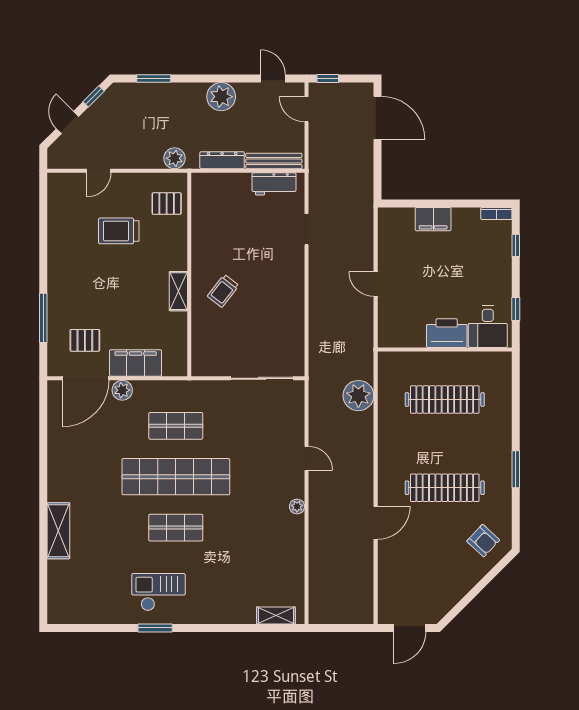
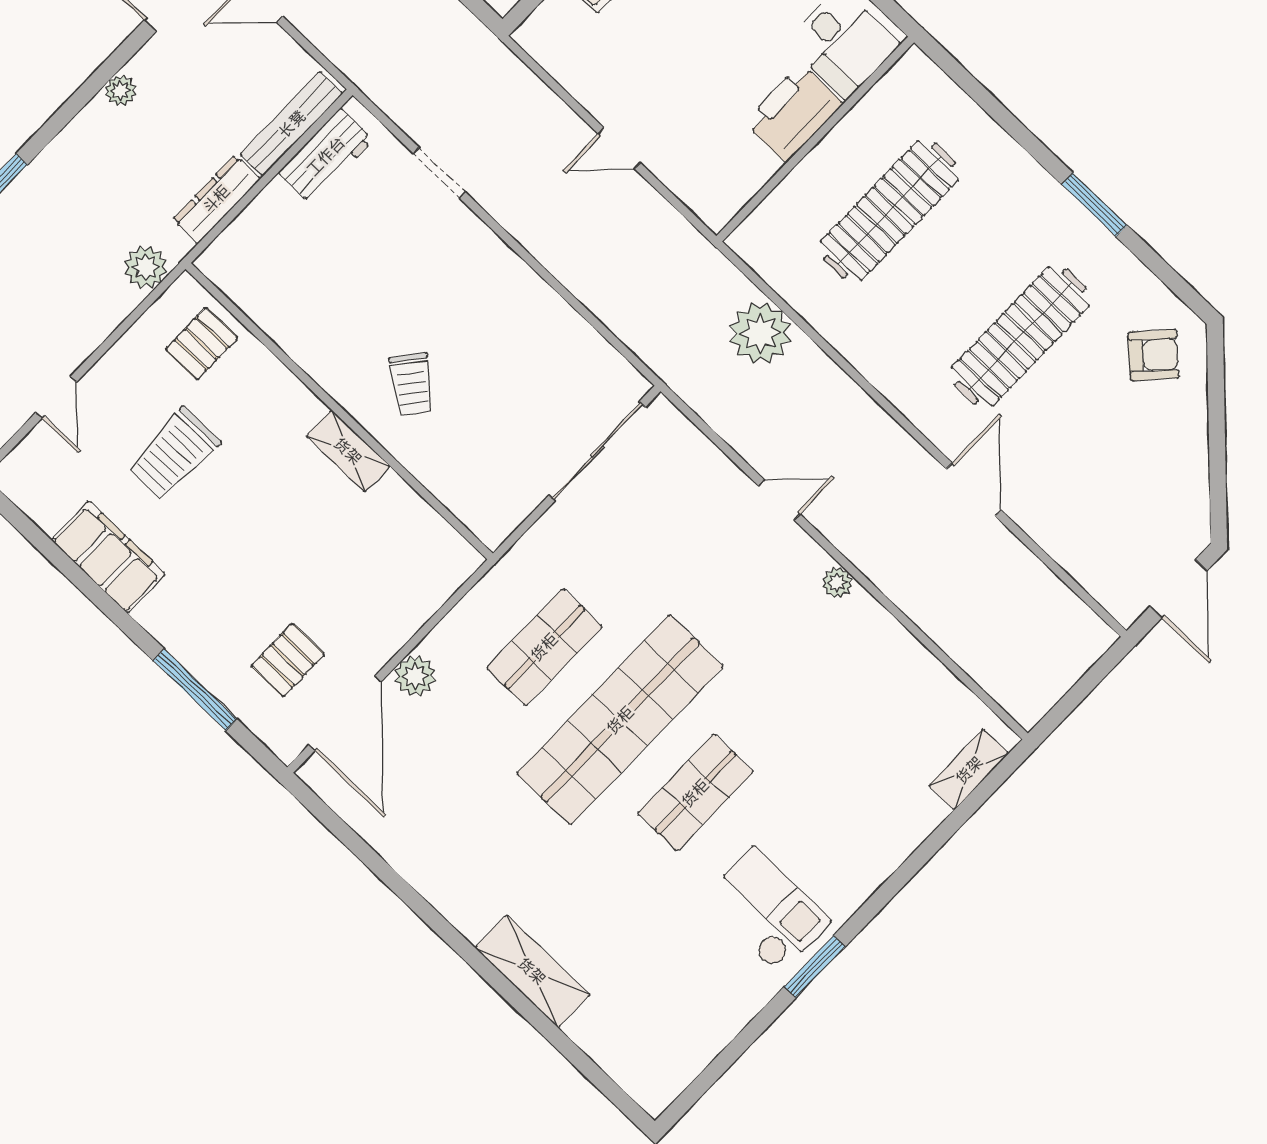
plant: (221, 97) -> (120, 91), width x0.53, depth x0.53
filing cabinet: (136, 363) -> (108, 557), moved, turned 90
checkout: (158, 592) -> (767, 910), turned 90

